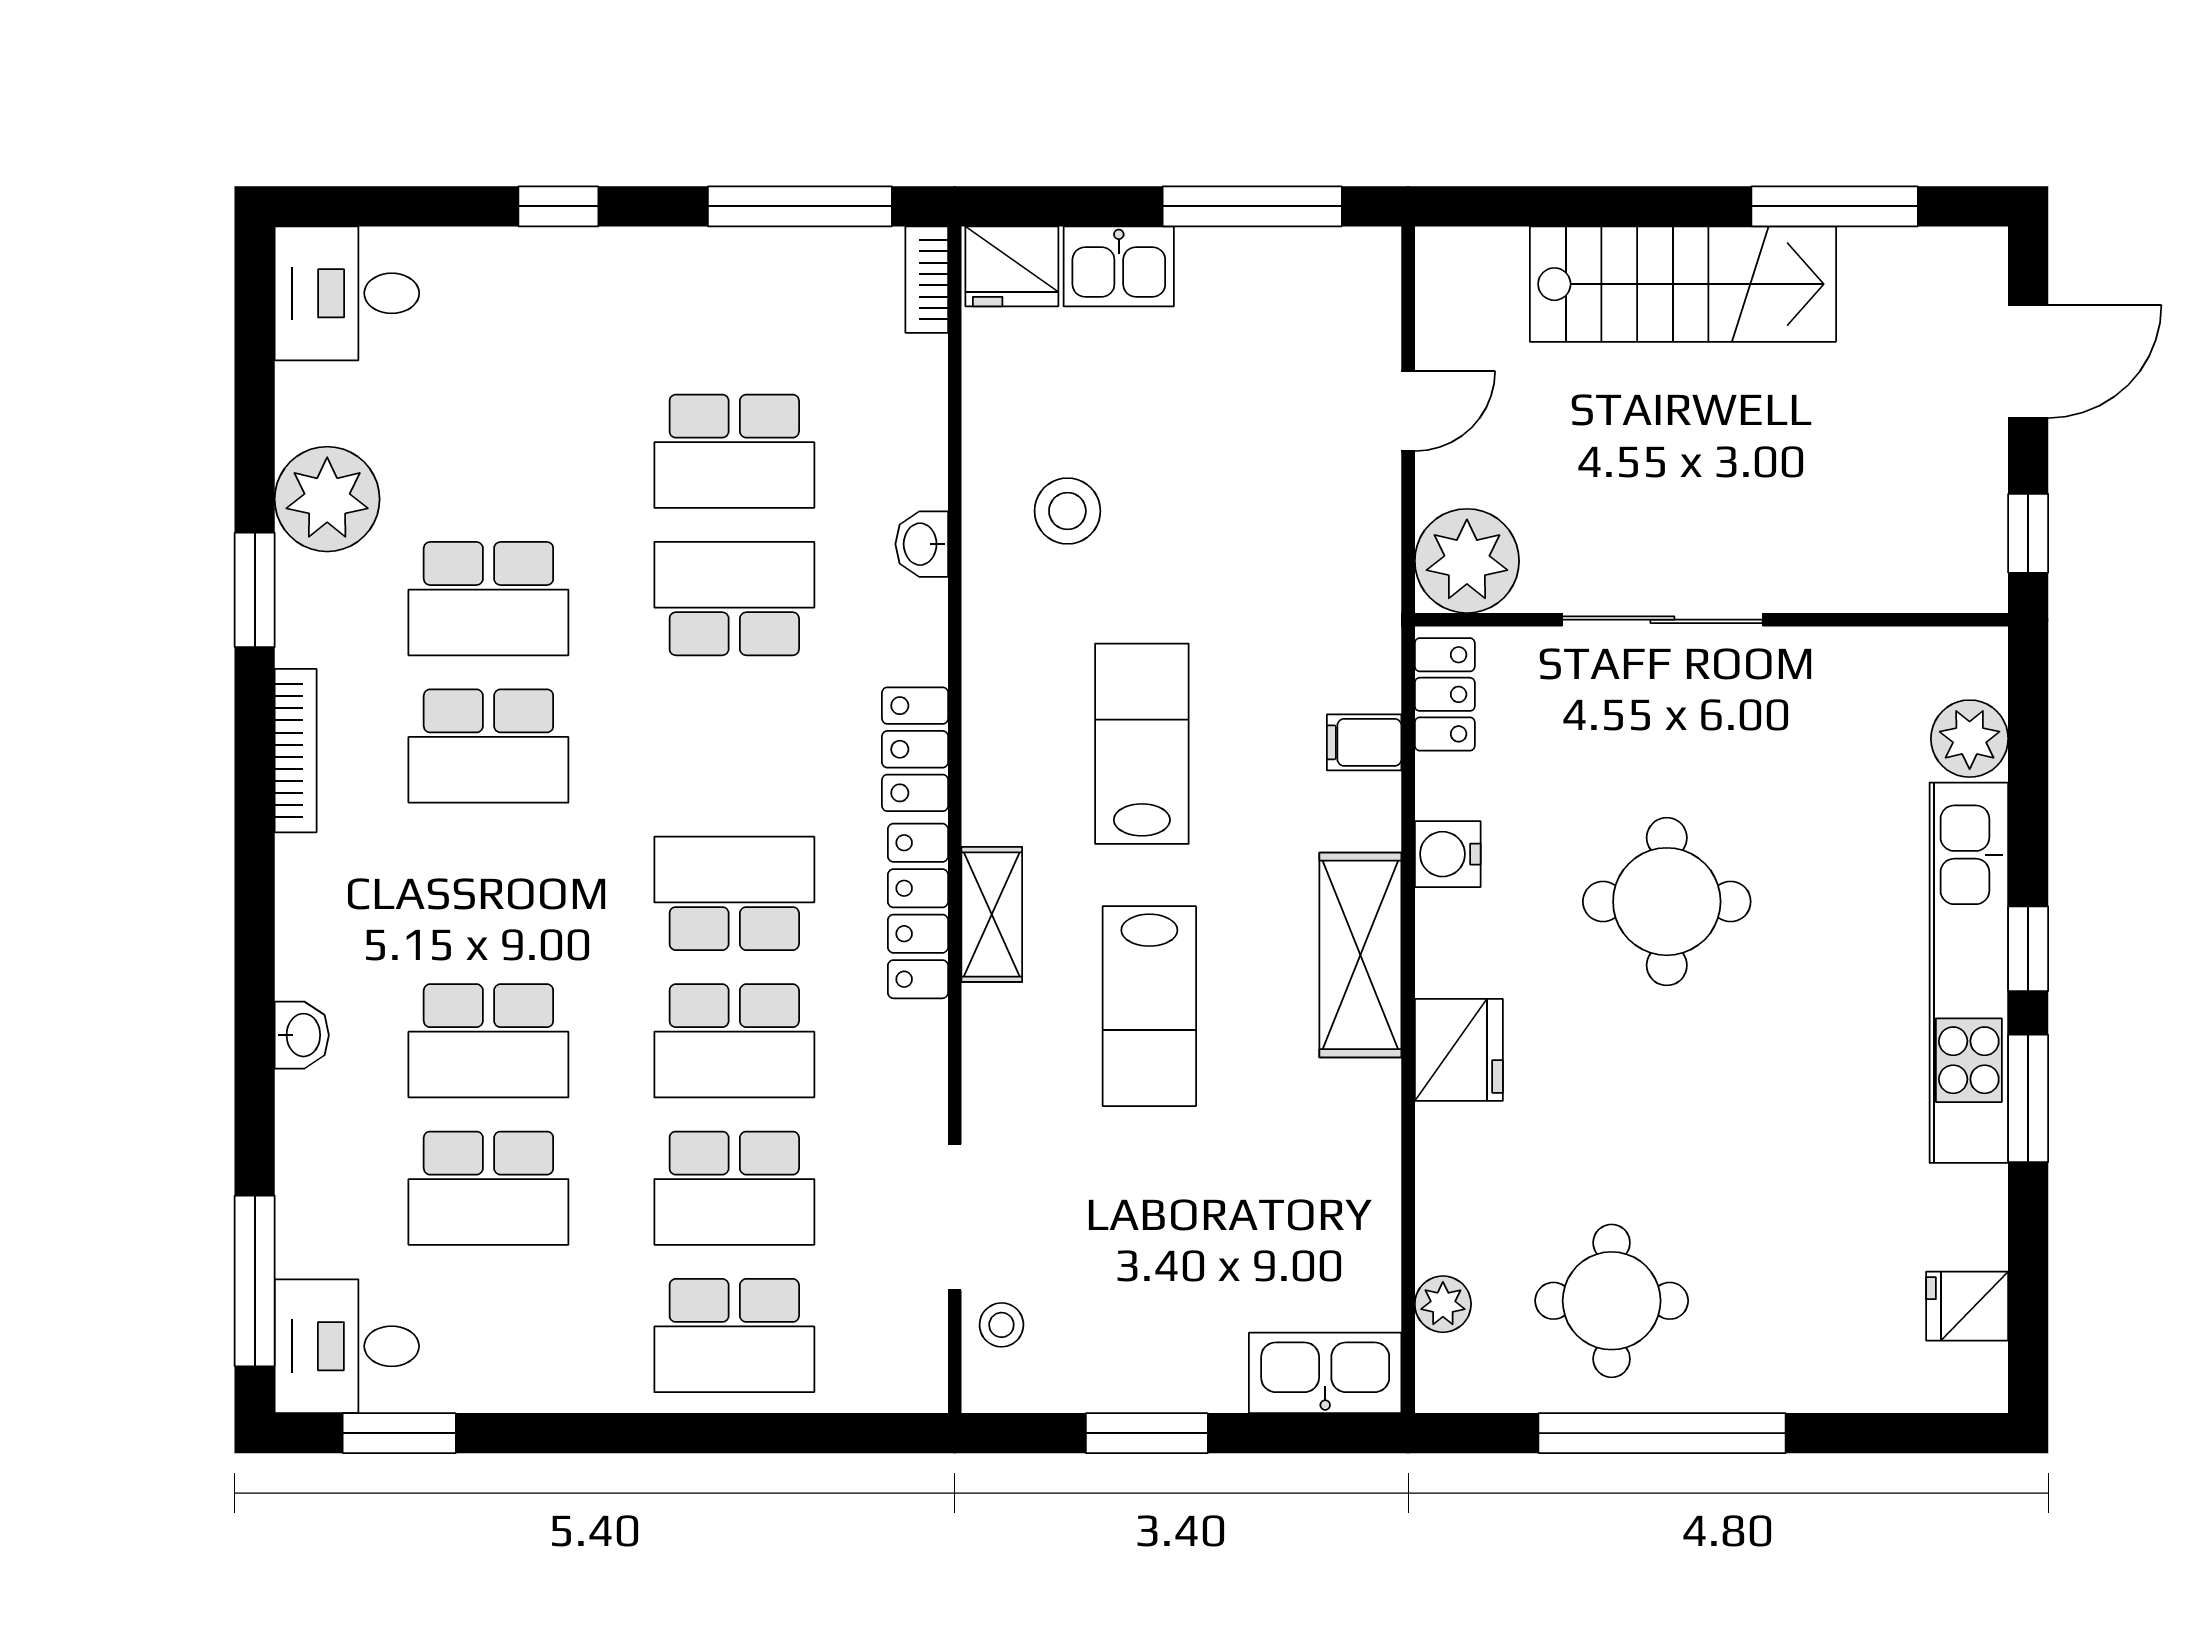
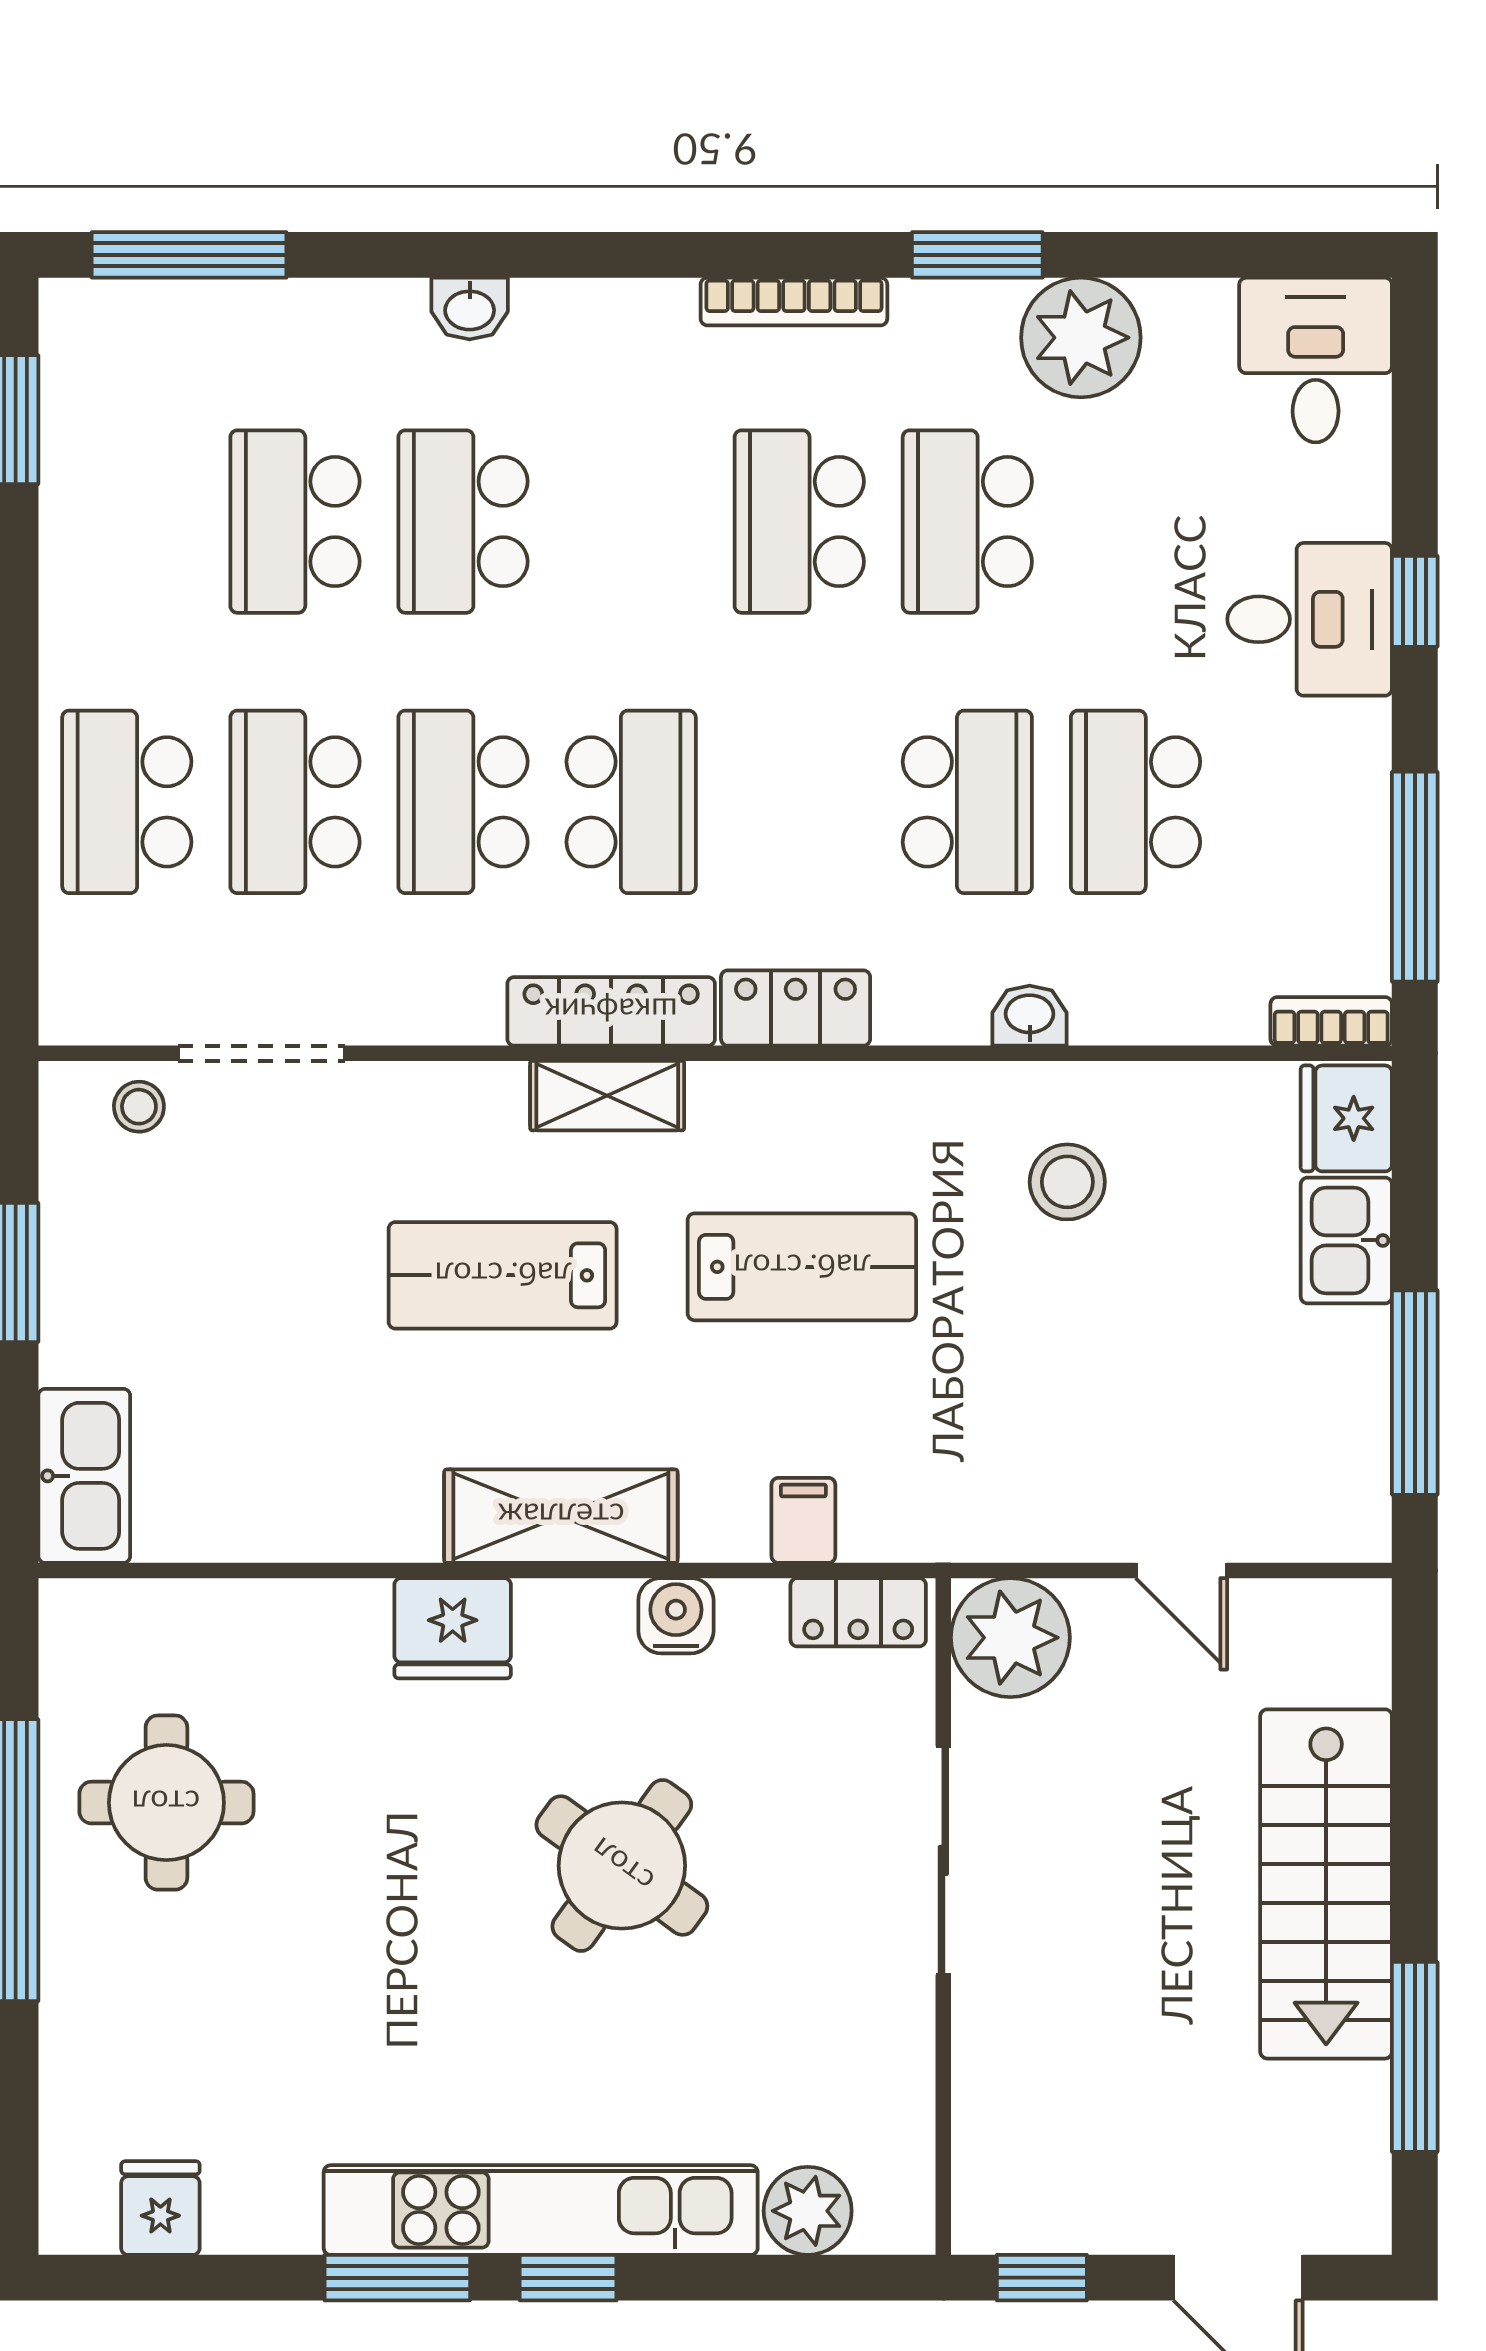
round table: (1667, 902) -> (622, 1866), turned 36
plant: (1443, 1304) -> (163, 1610), removed
desk: (347, 1346) -> (1310, 619), moved, turned 90

